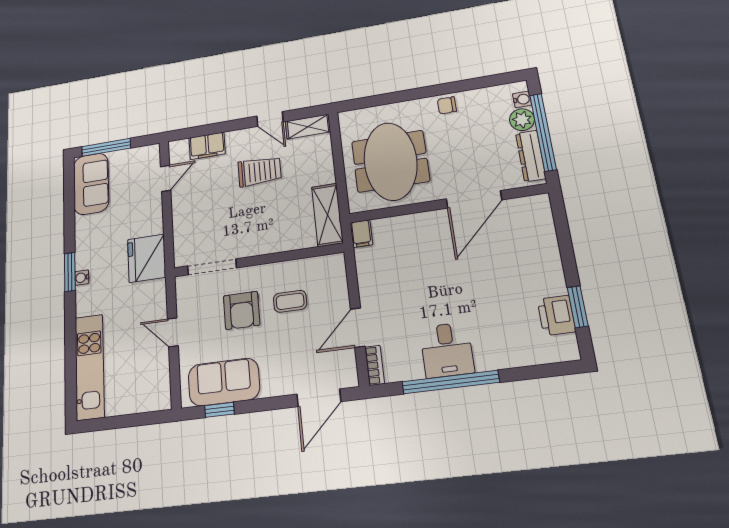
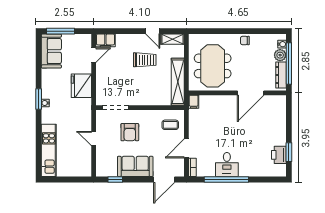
filing cabinet: (207, 146) -> (105, 40), moved
shelving: (327, 215) -> (178, 82), width x1.47
fridge: (147, 258) -> (81, 86), moved
coffee table: (290, 301) -> (170, 125), moved
sofa: (224, 382) -> (135, 166), moved

